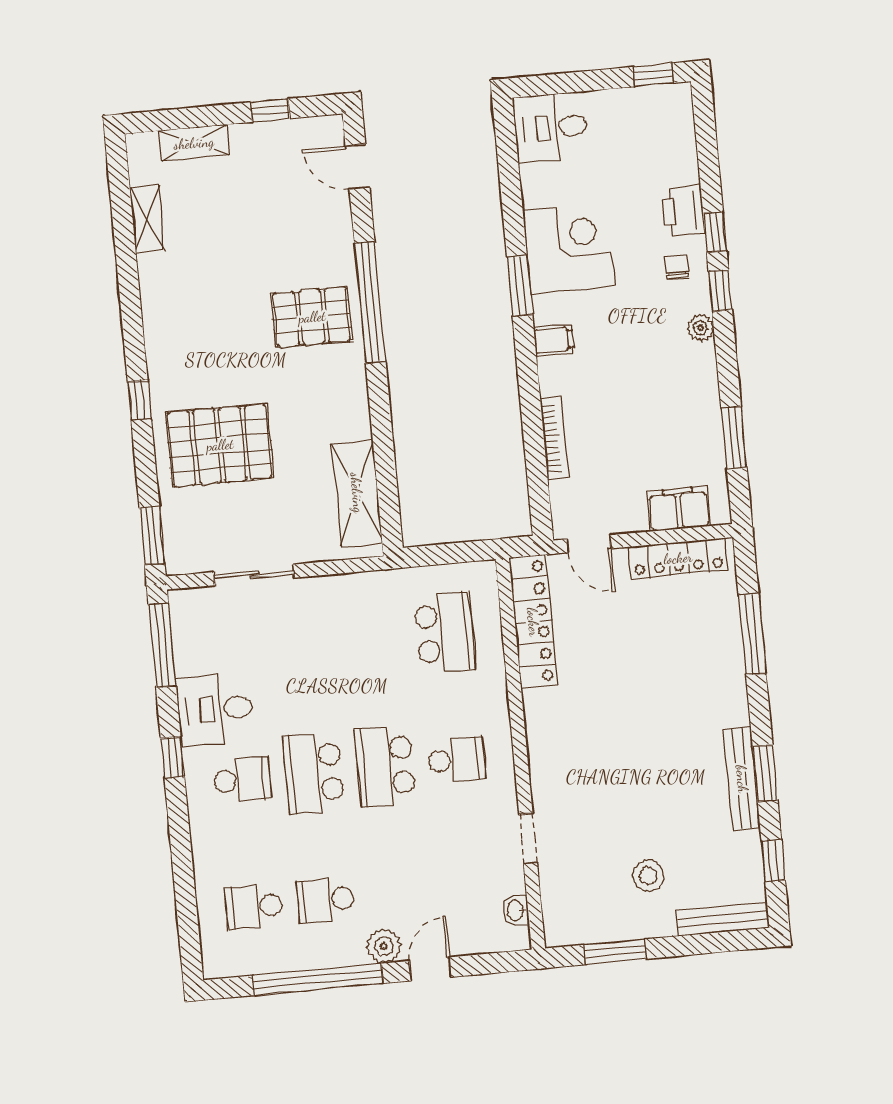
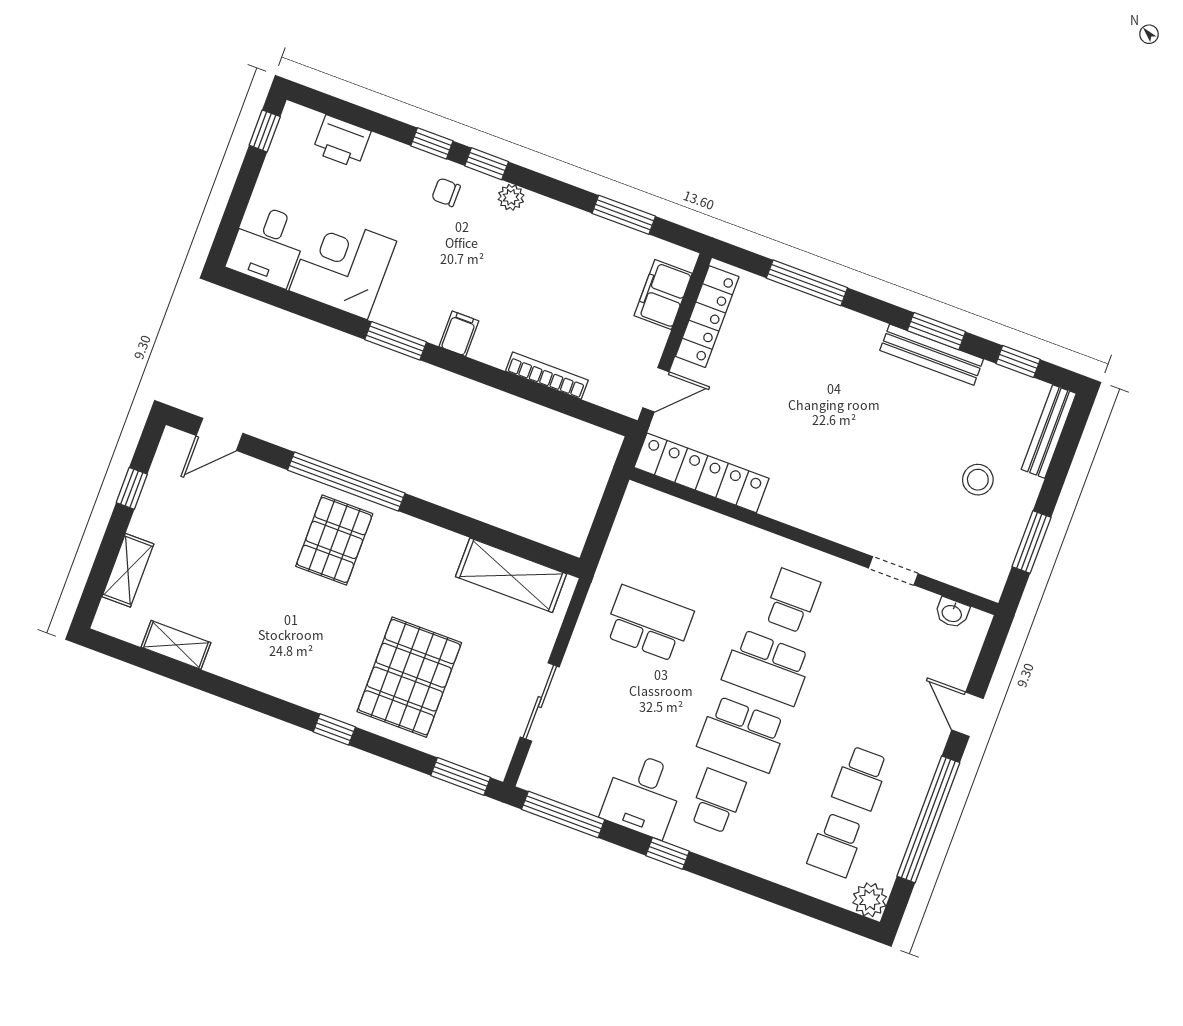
printer: (683, 211) -> (342, 142), moved
corner desk: (569, 248) -> (343, 266), moved
school desk: (445, 633) -> (649, 623), moved
plant: (384, 946) -> (870, 900), moved

